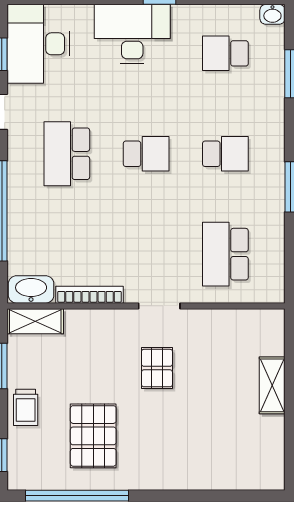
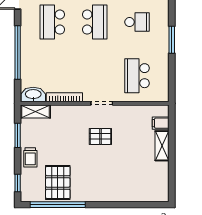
school desk: (146, 154) -> (95, 22), width x1.85
filing cabinet: (269, 343) -> (161, 123), added
pallet: (157, 368) -> (100, 136), turned 90
pallet: (93, 436) -> (58, 182), moved

